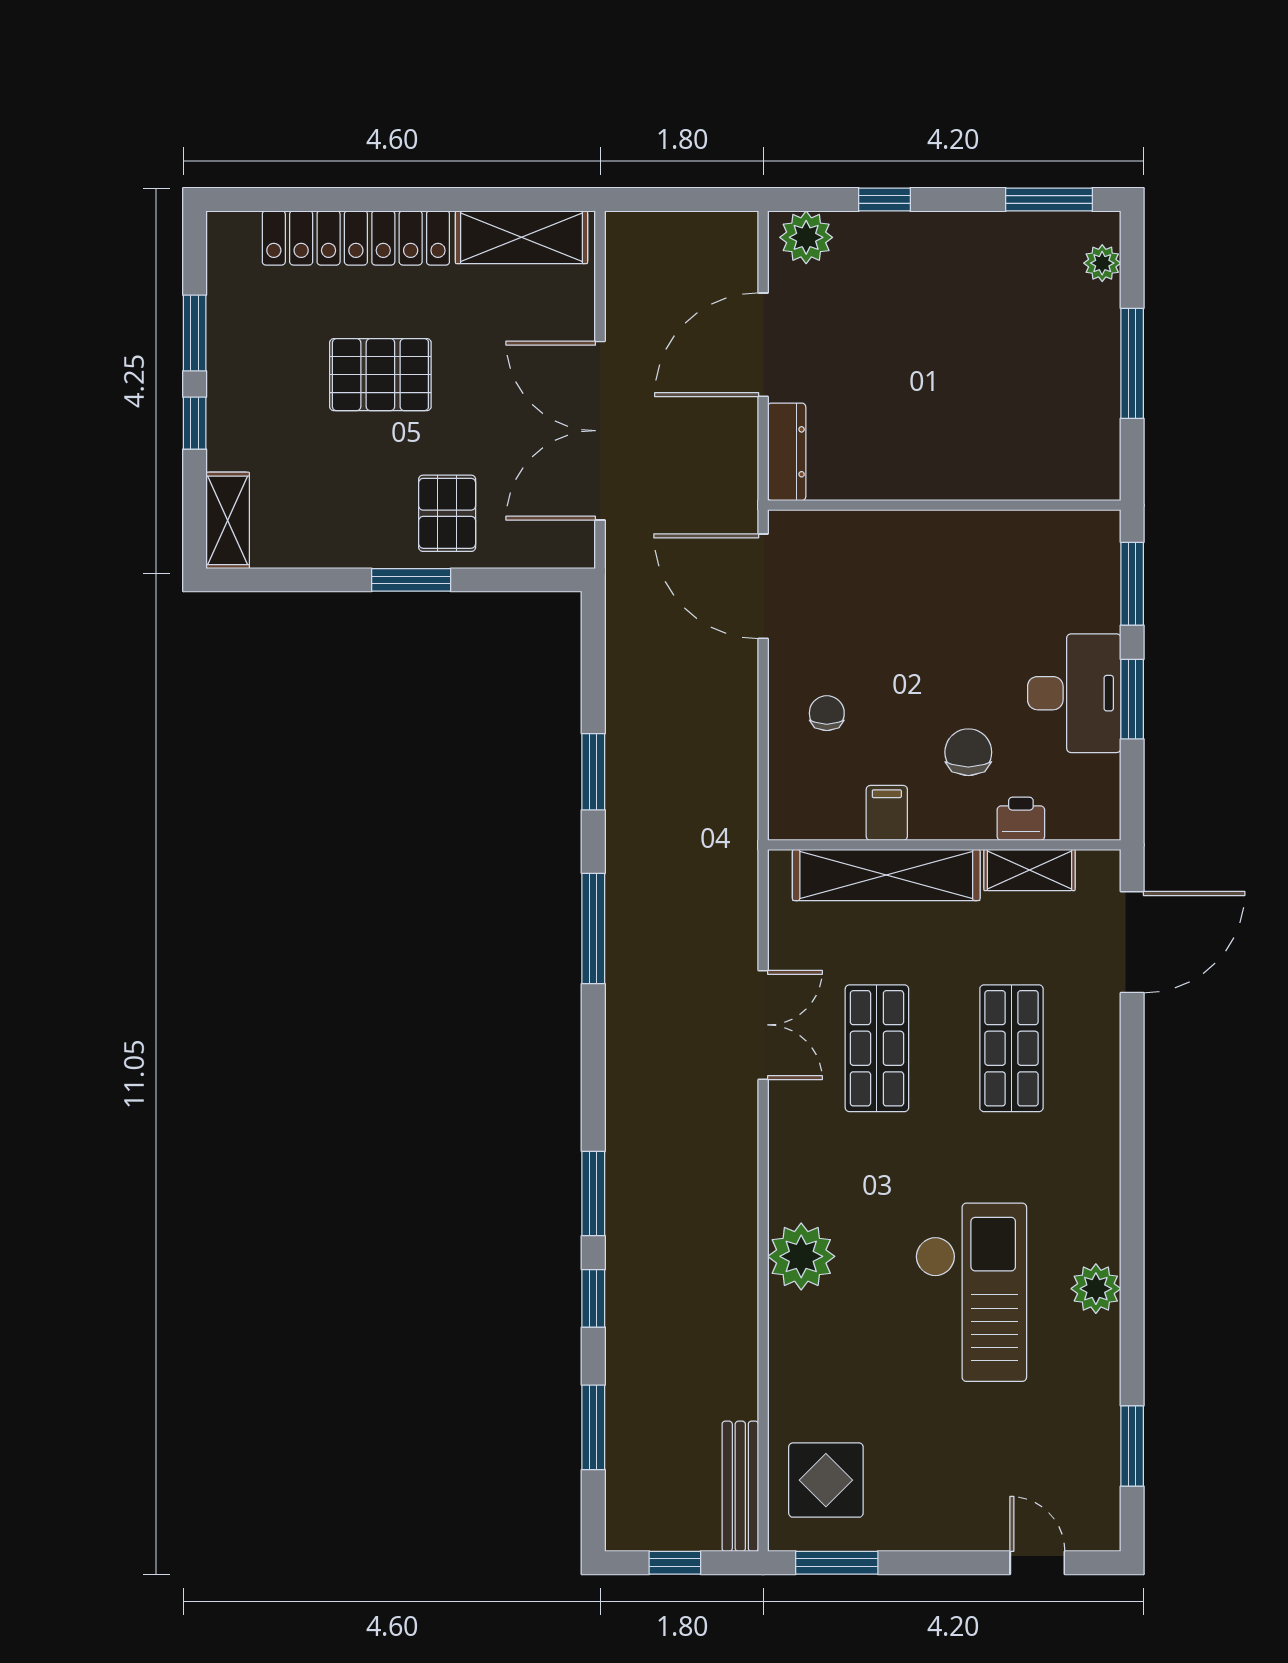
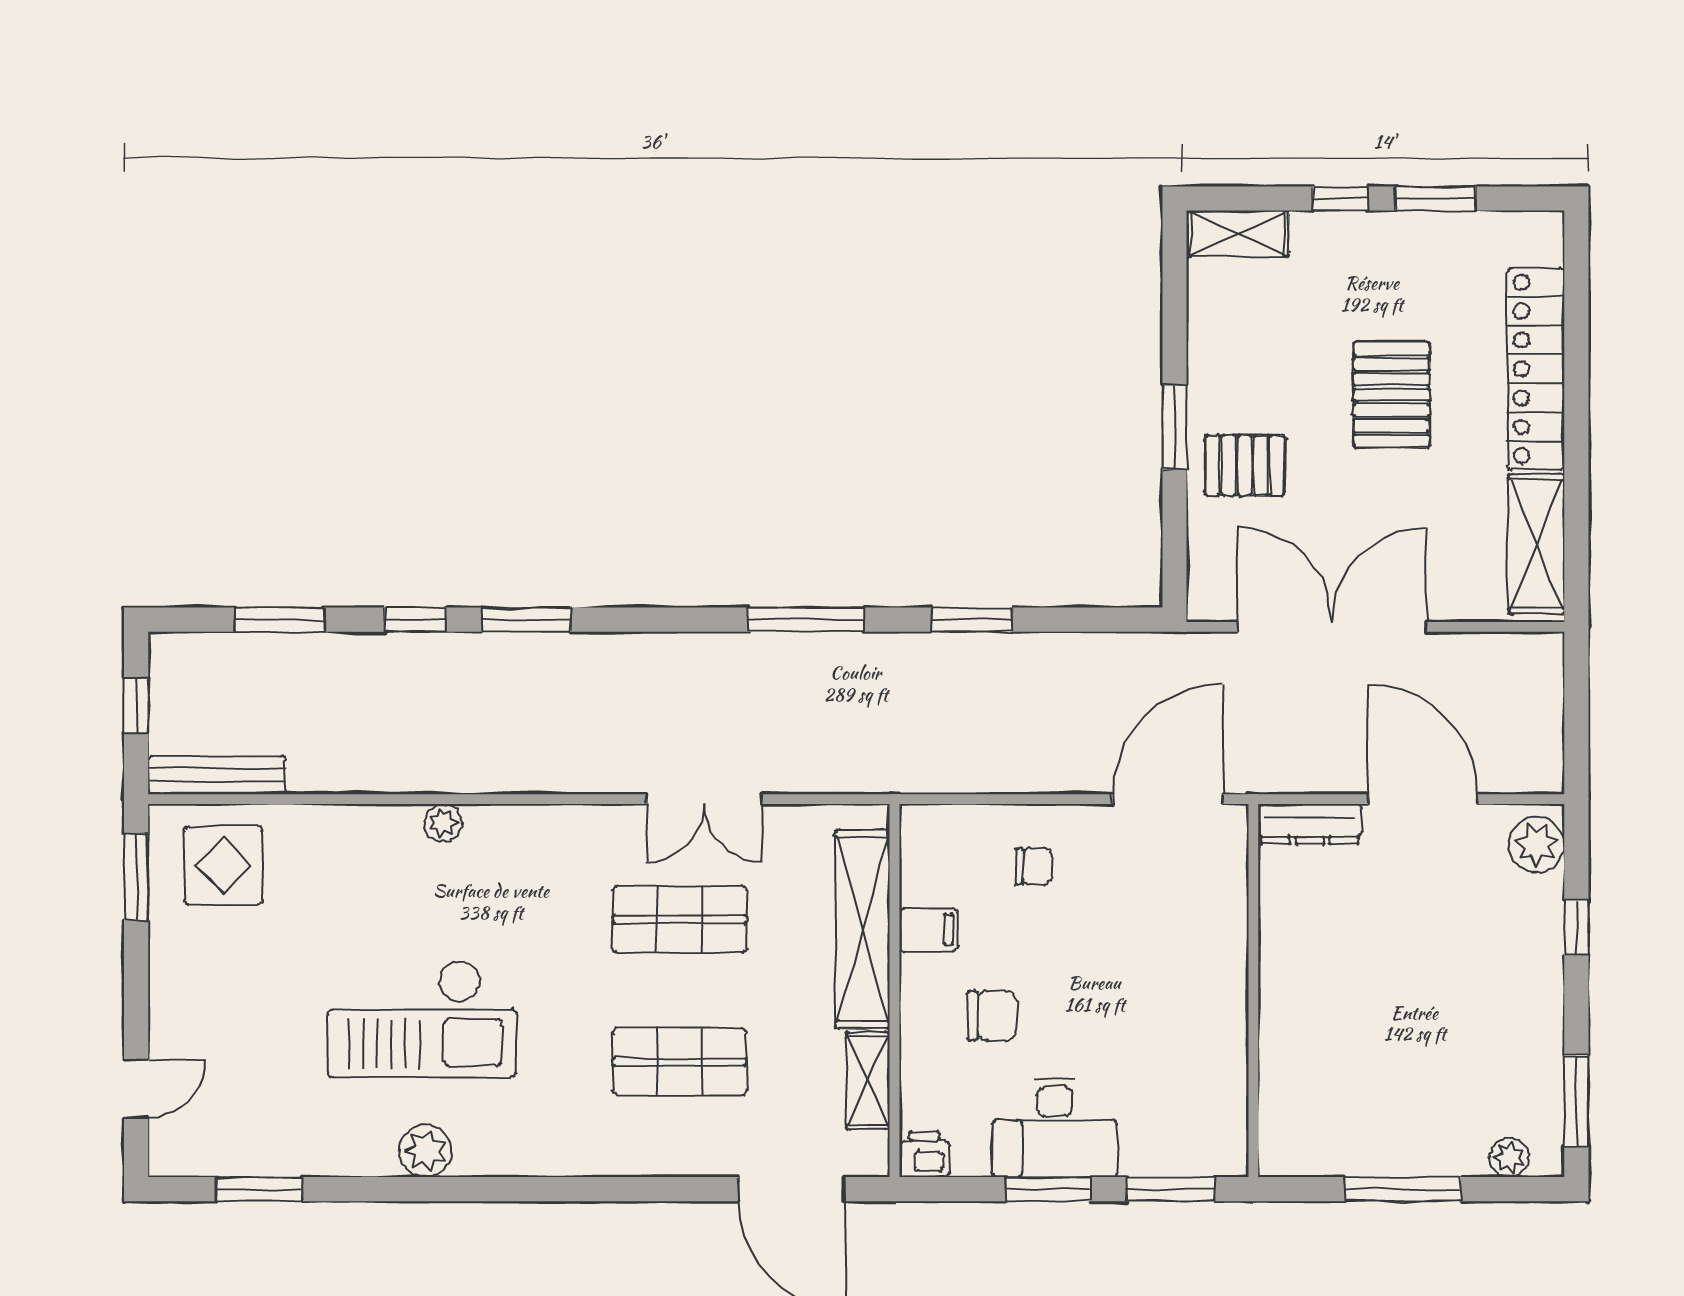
printer: (1021, 819) -> (924, 1154), moved, turned -90
plant: (801, 1256) -> (443, 823), width x0.53, depth x0.53

